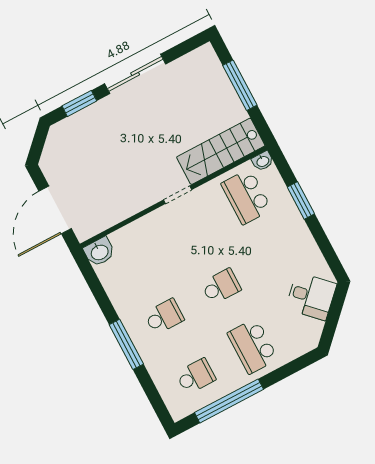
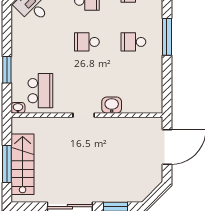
stairs: (221, 151) -> (23, 164), moved, turned -90
washbasin: (99, 252) -> (112, 105), moved

